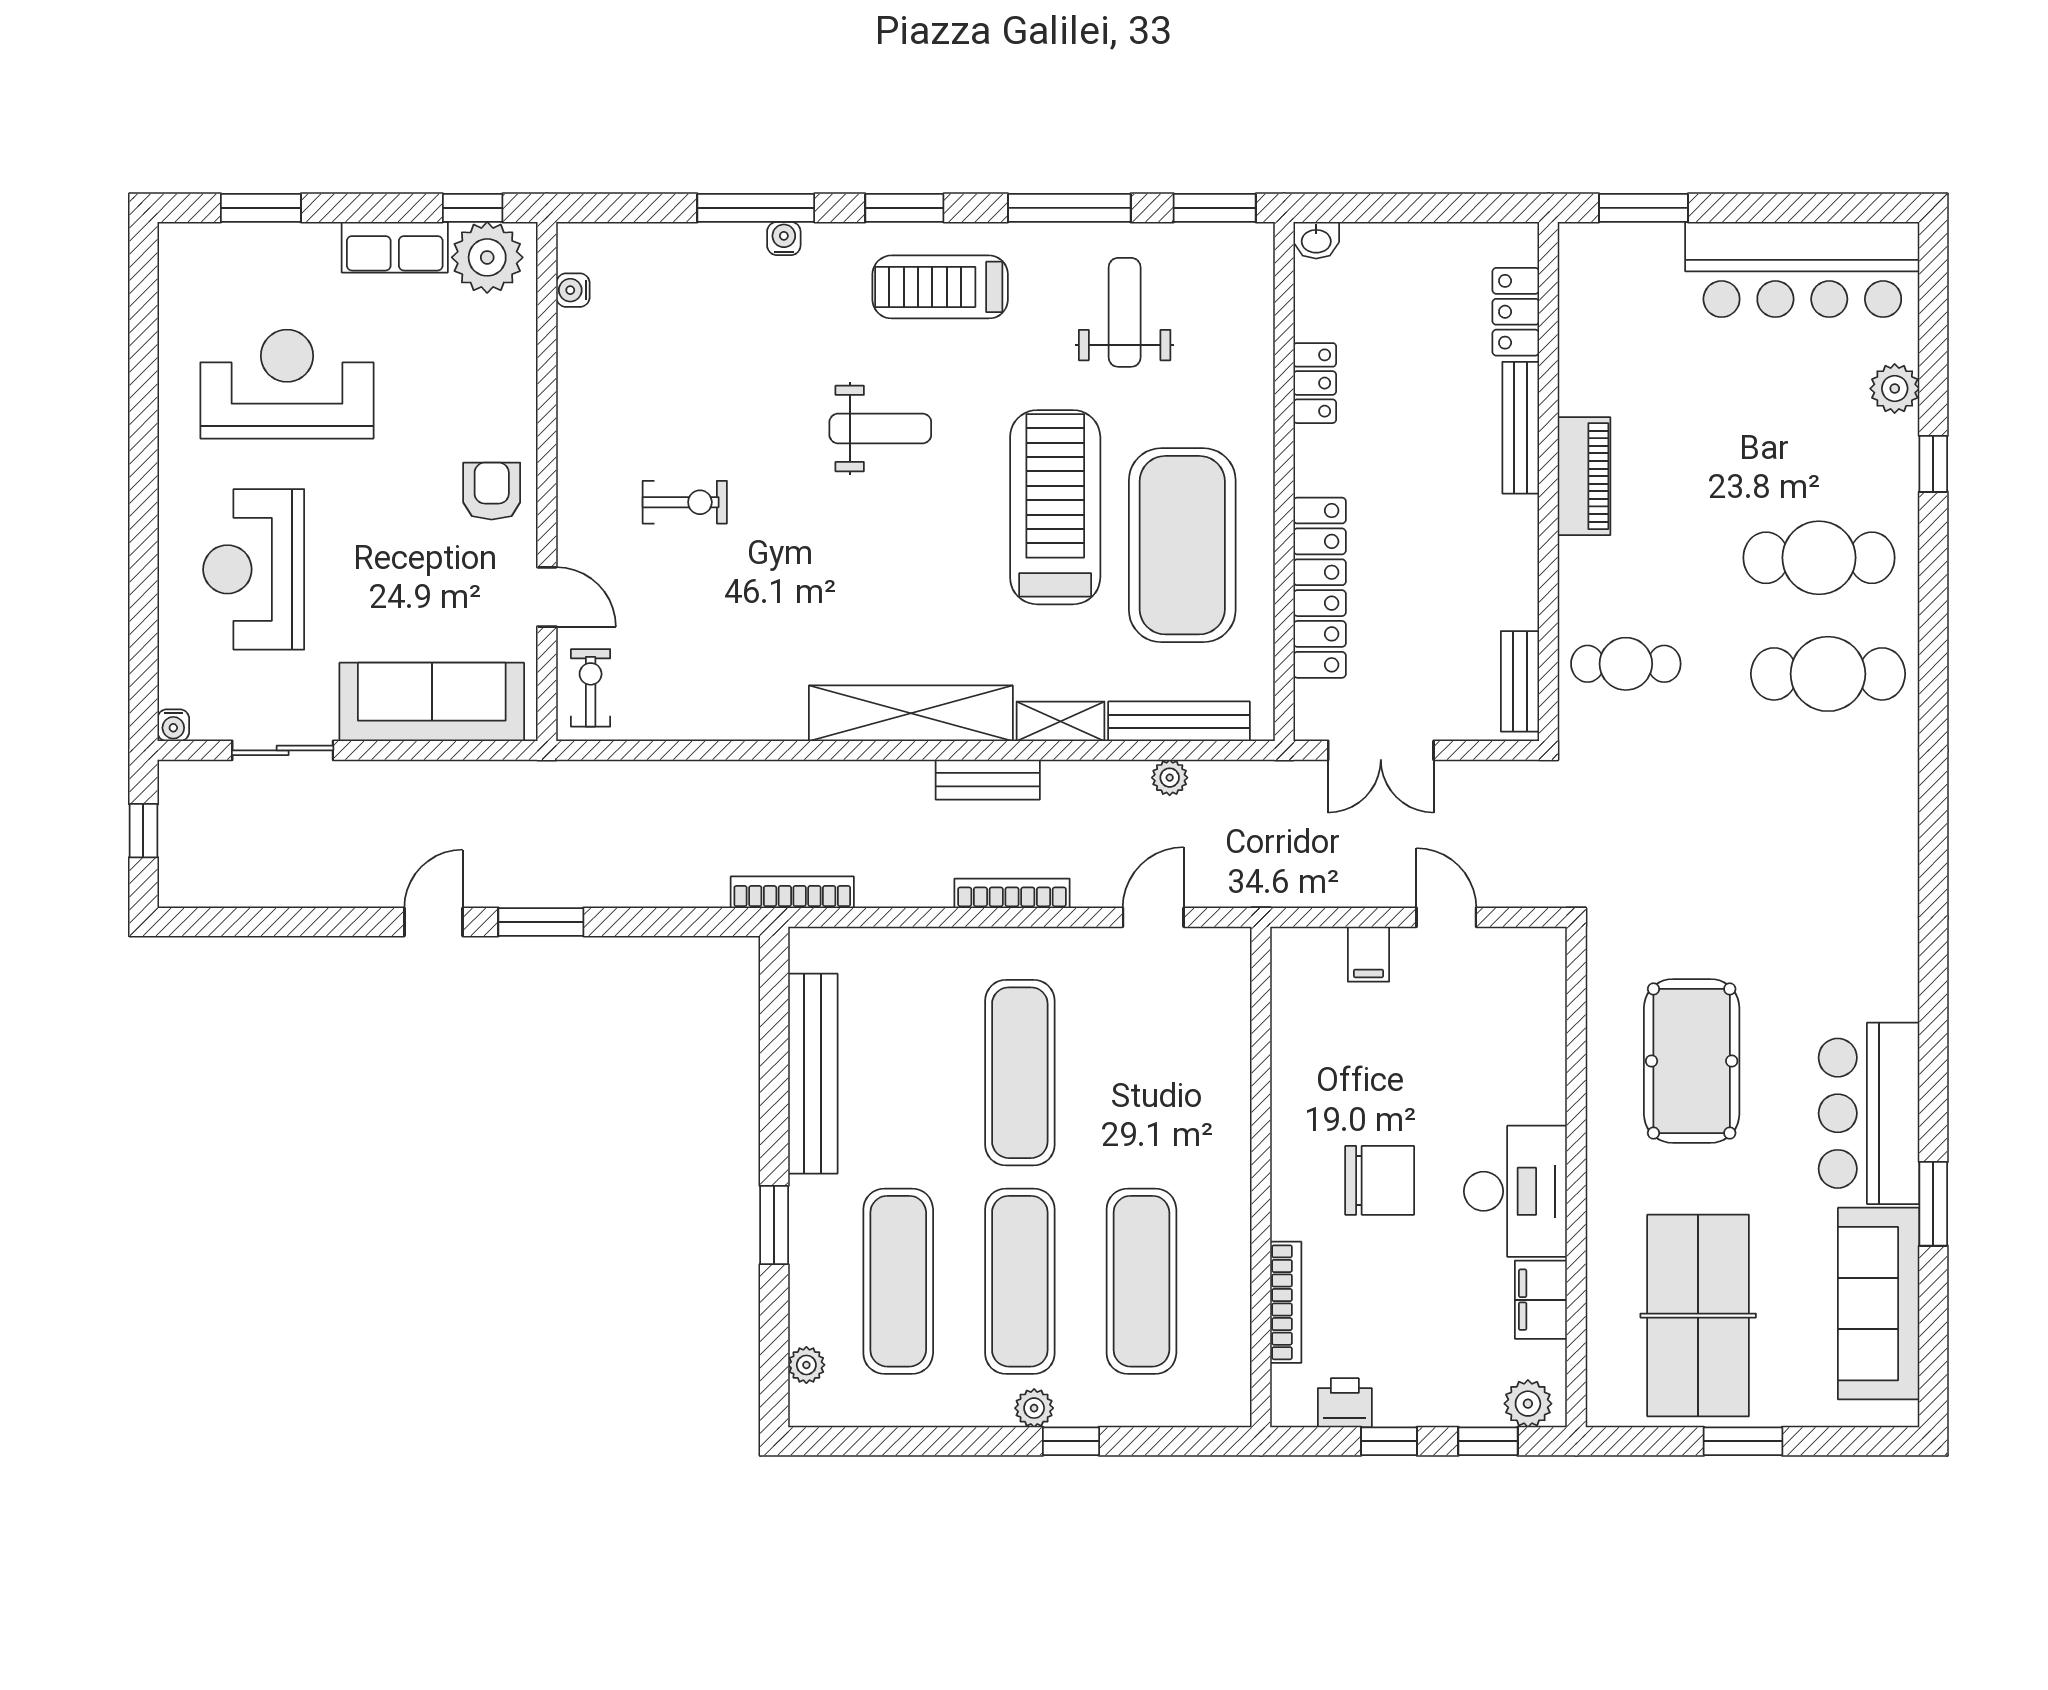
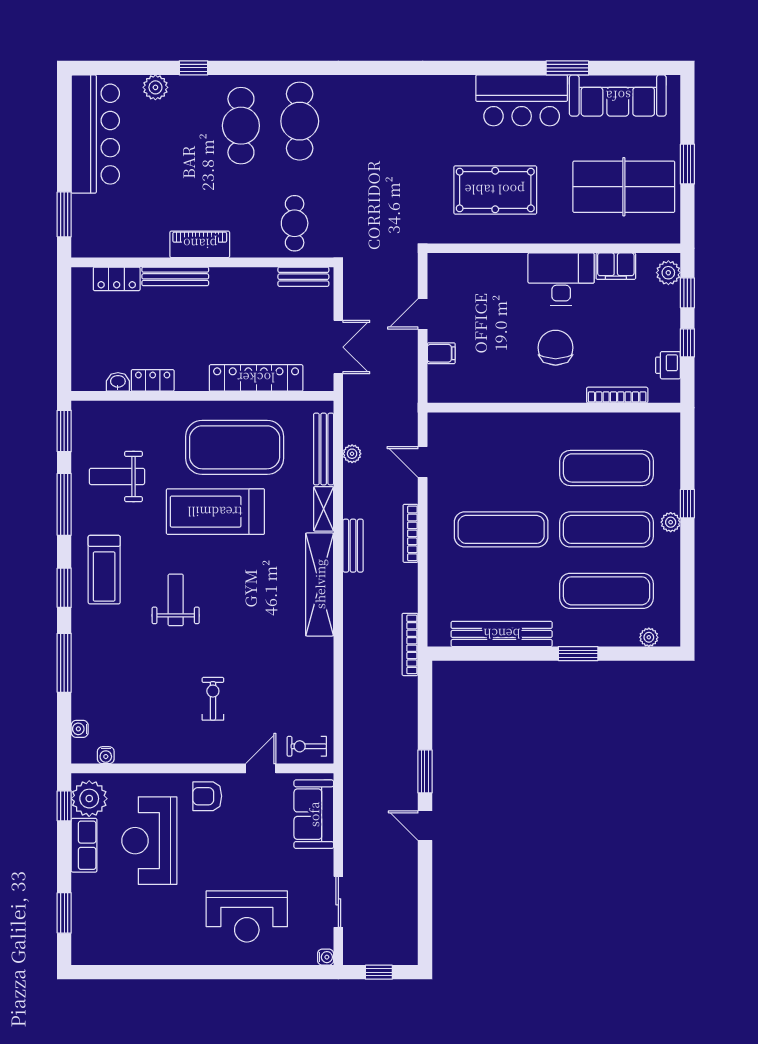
water cooler: (784, 238) -> (80, 729), moved
washbasin: (1316, 240) -> (118, 382), moved, turned -90
reception desk: (287, 384) -> (149, 841), moved
sofa: (432, 702) -> (314, 814), width x0.73

